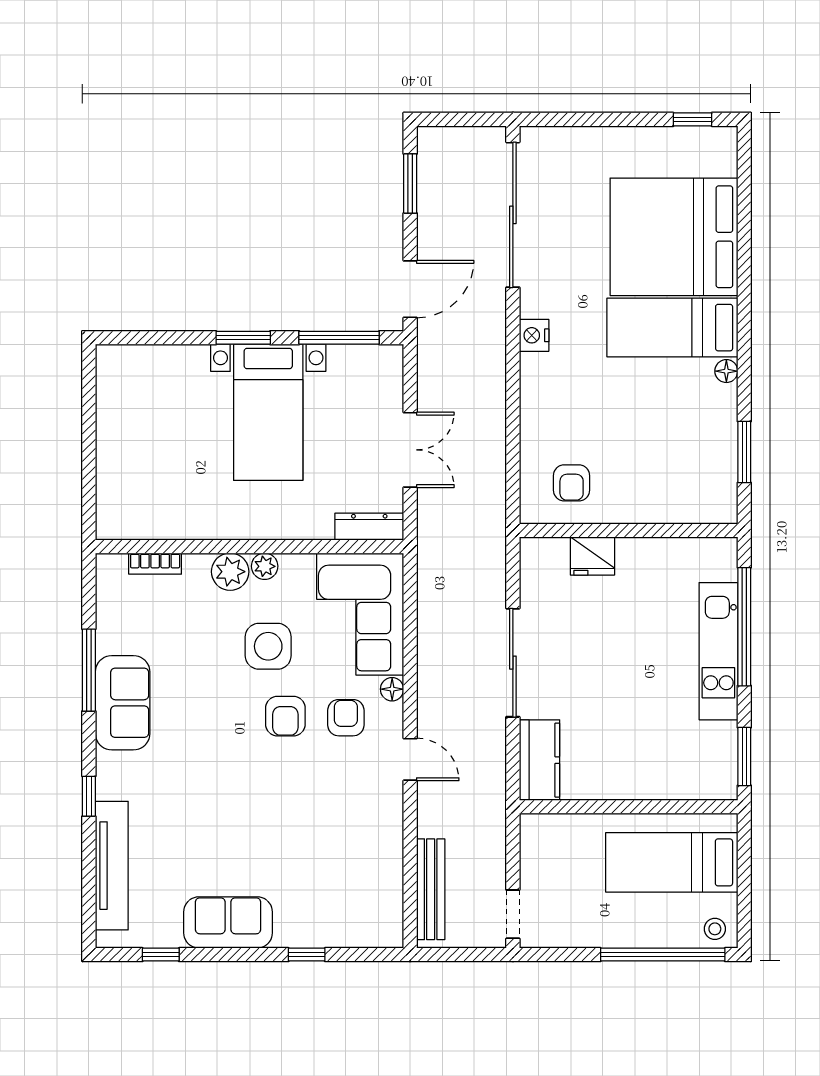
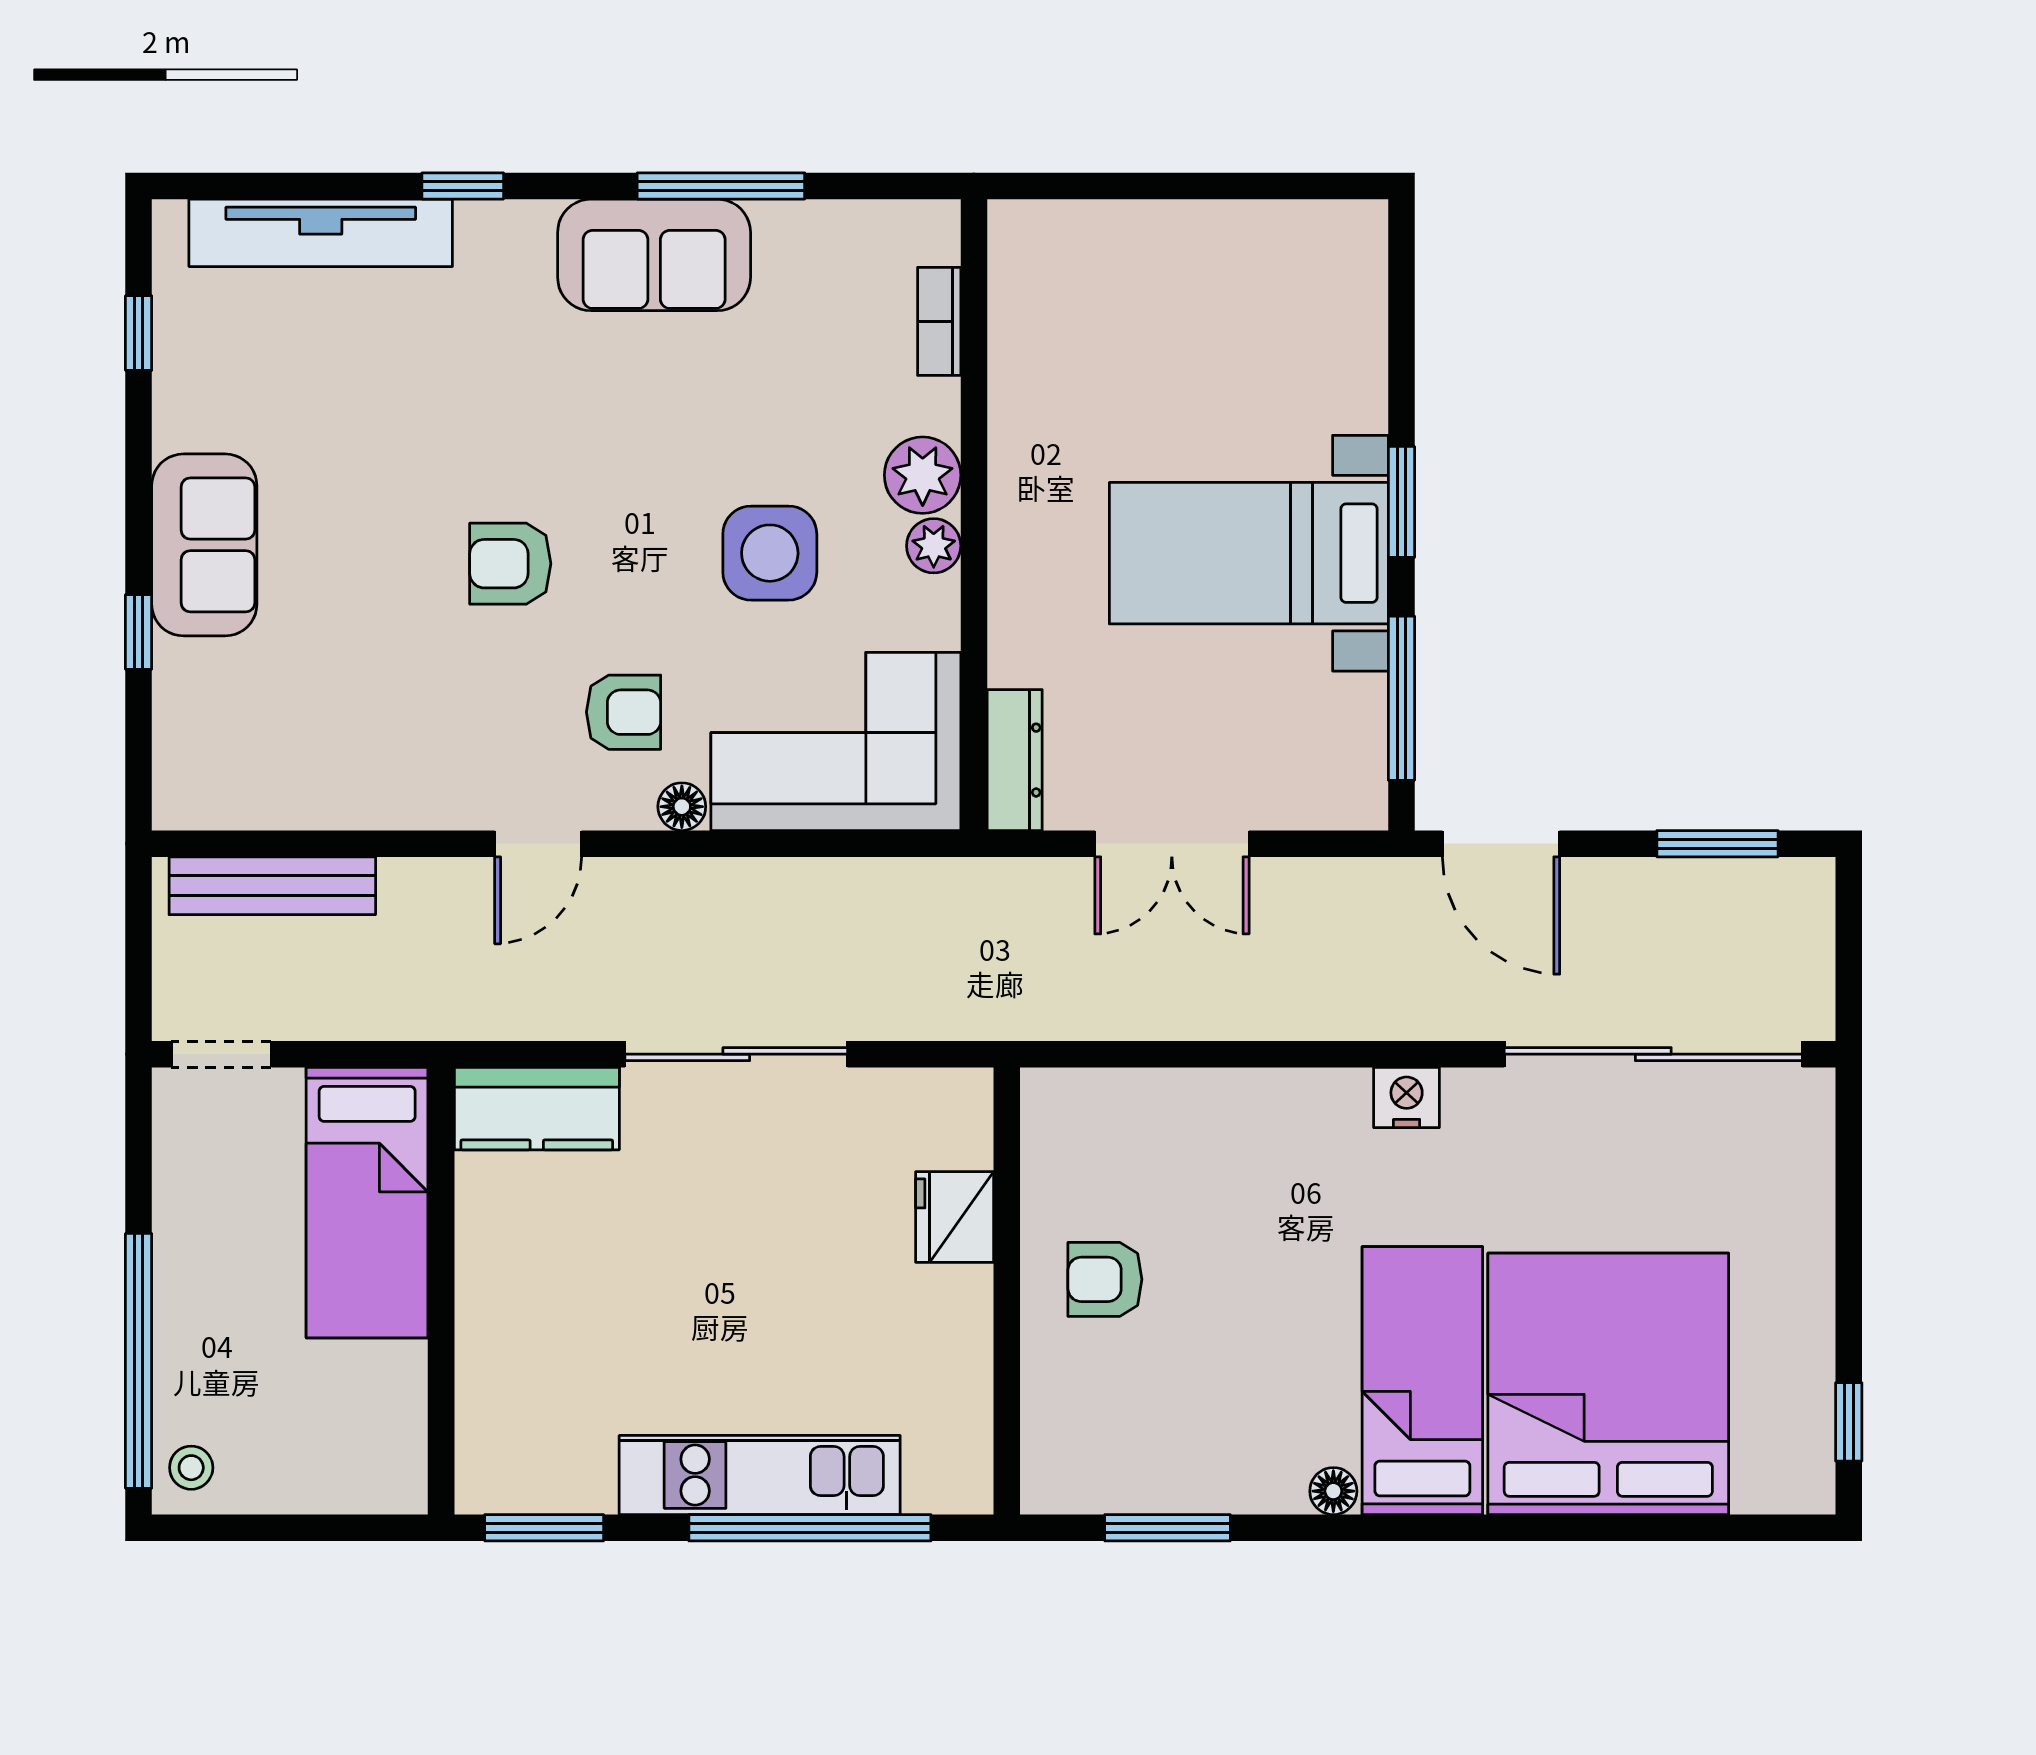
armchair: (572, 483) -> (1105, 1279), moved
armchair: (285, 716) -> (510, 564), moved
bed: (672, 862) -> (367, 1203), moved, turned 180
sofa: (228, 922) -> (204, 545), moved

